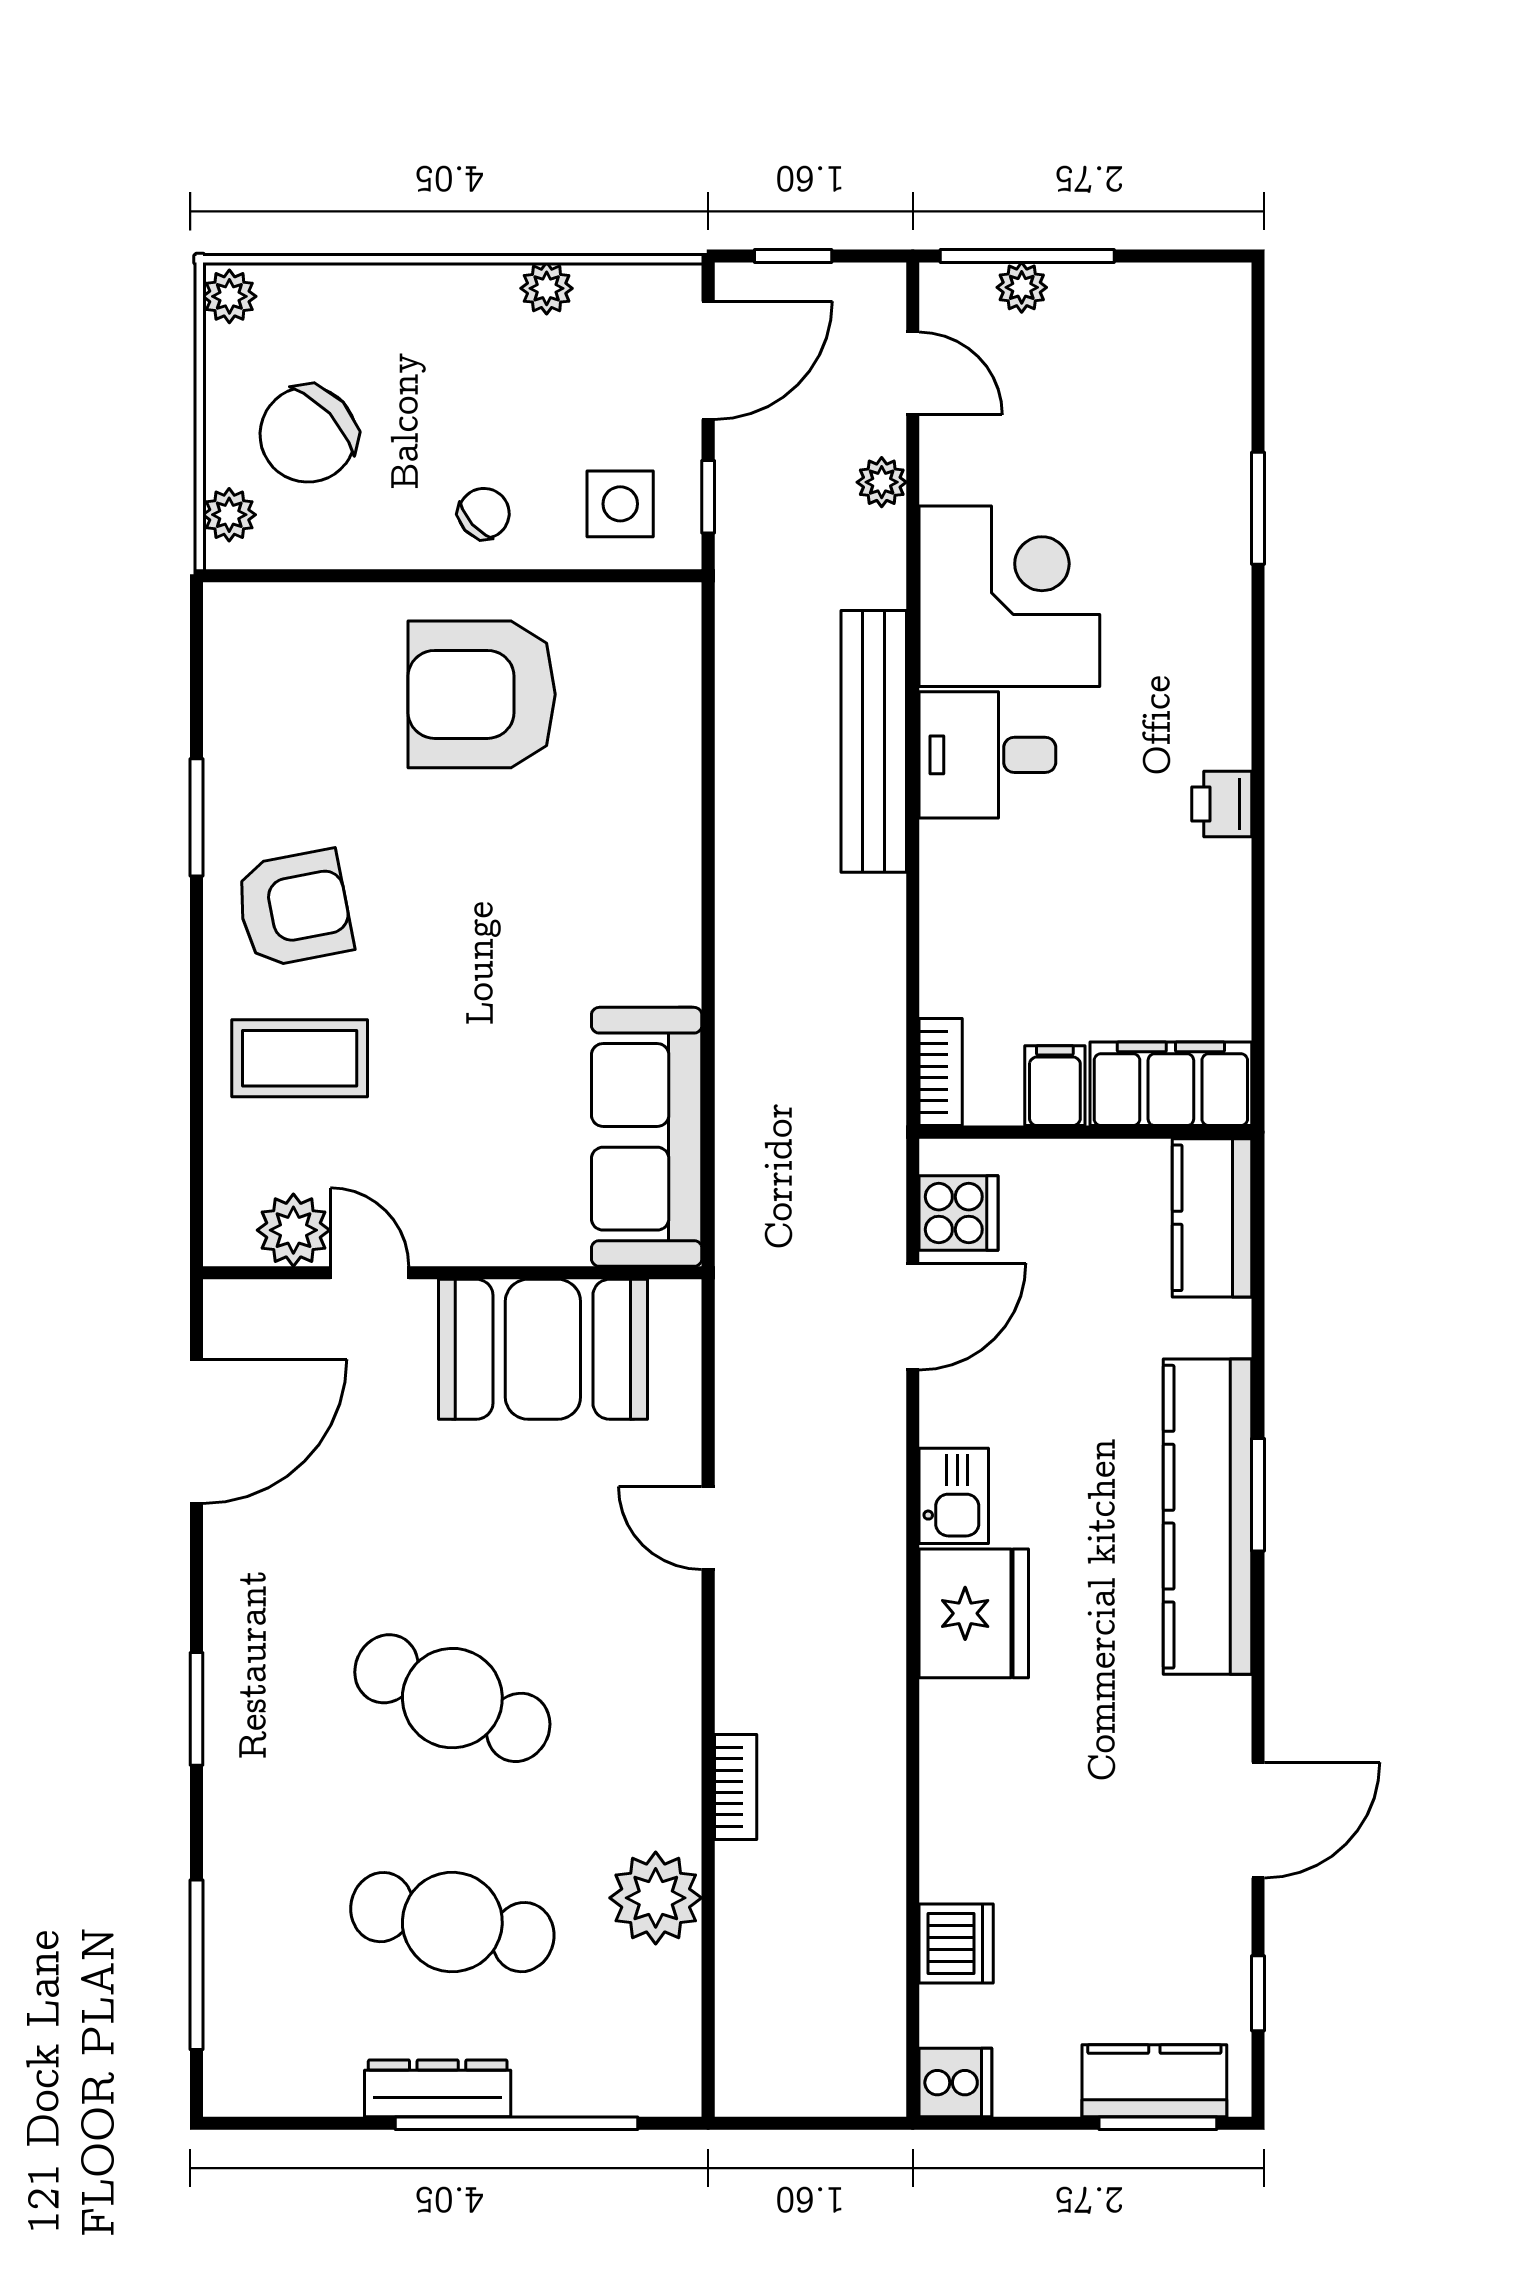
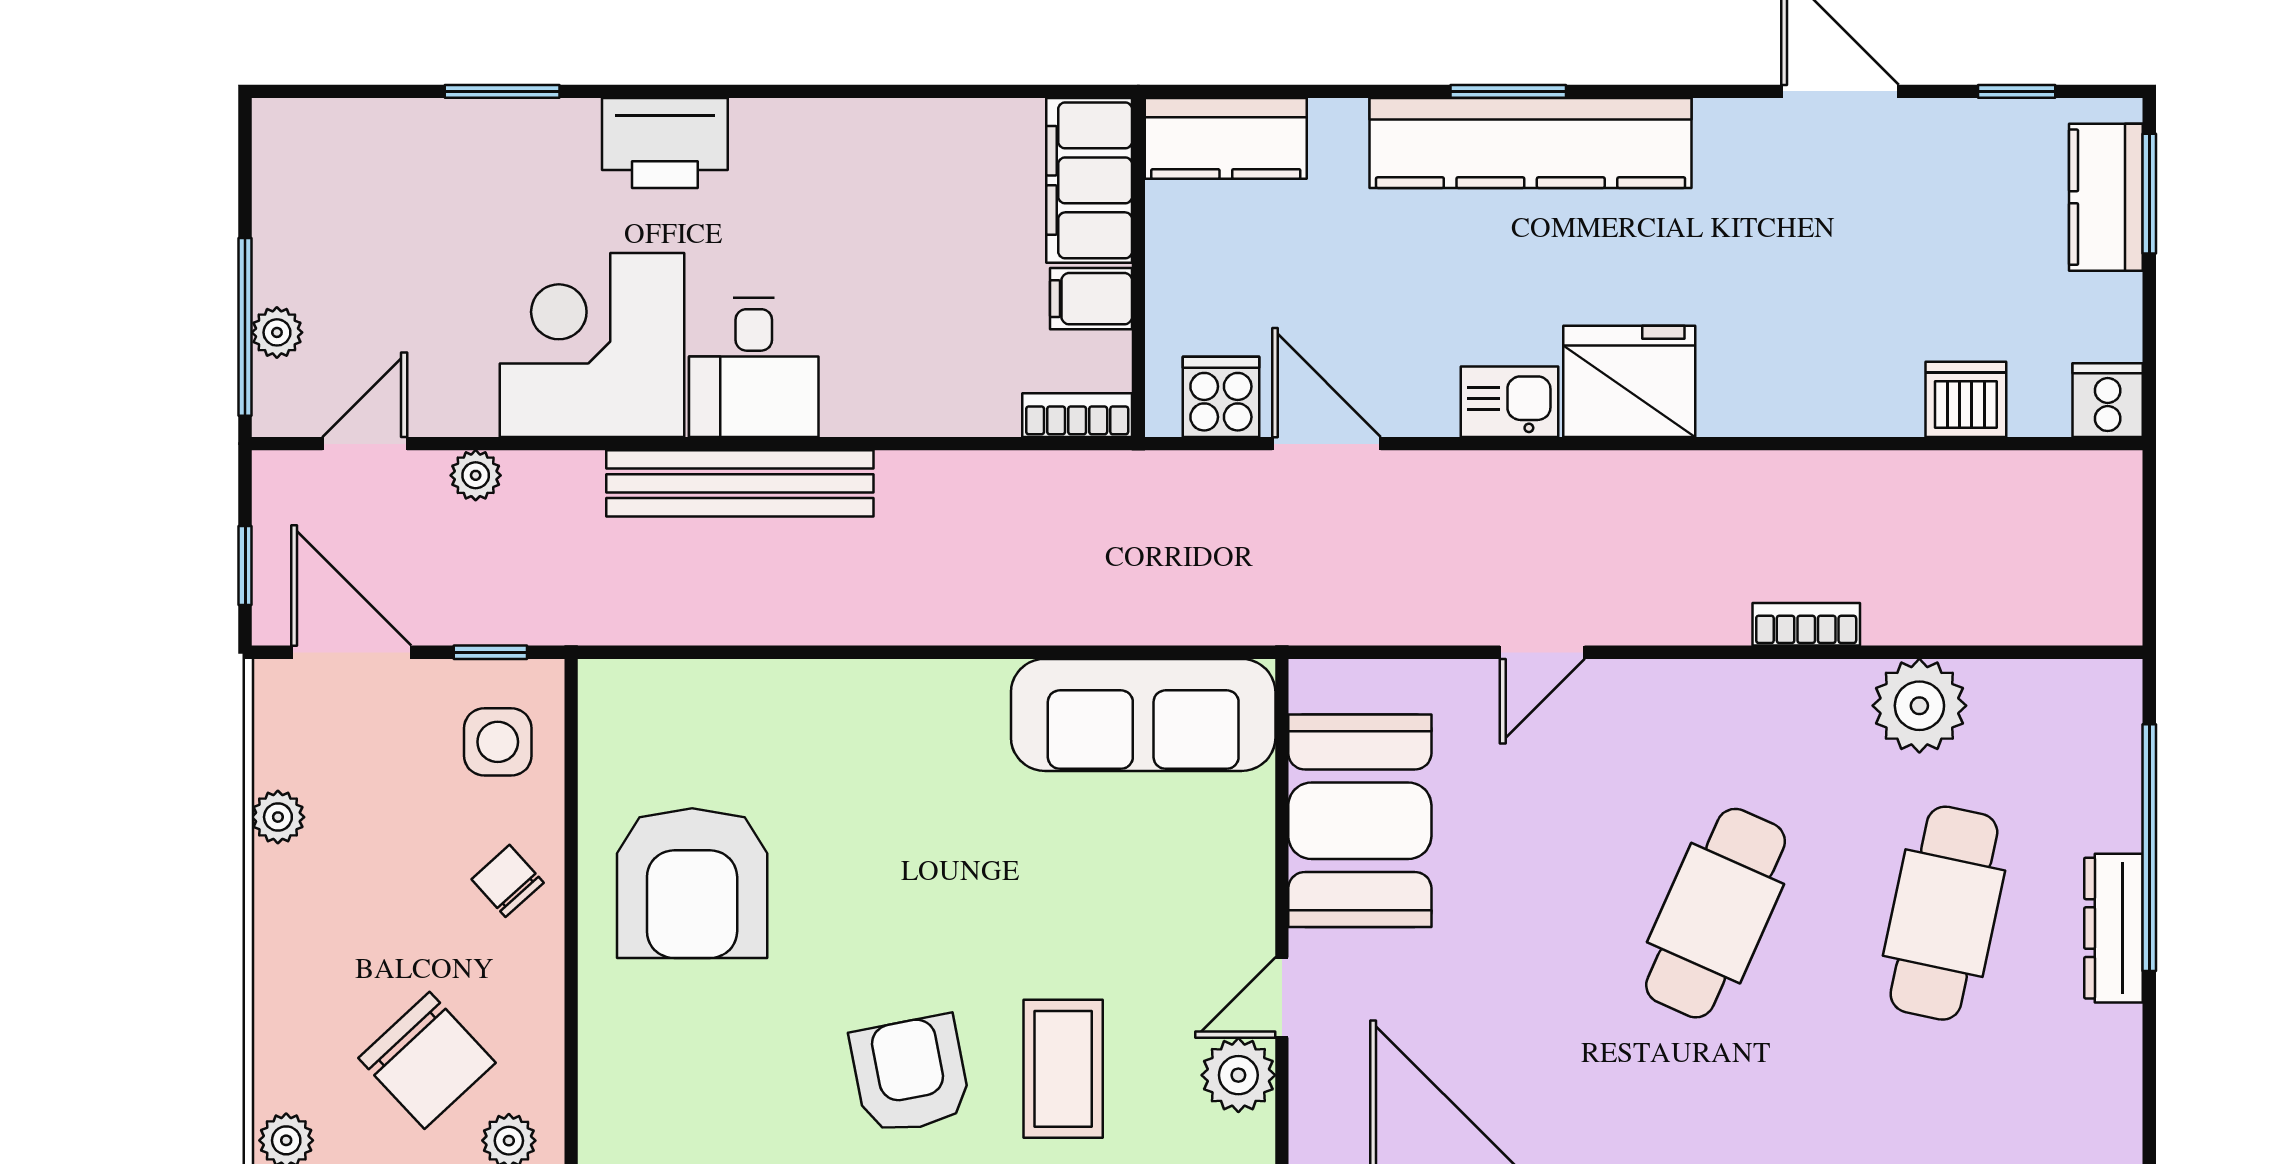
printer: (1222, 804) -> (665, 143), moved, width x1.87, depth x1.48

